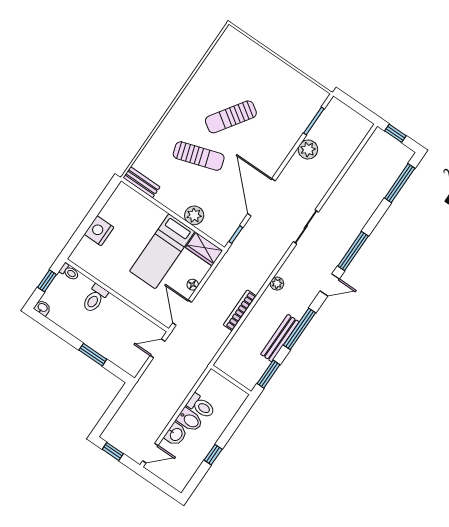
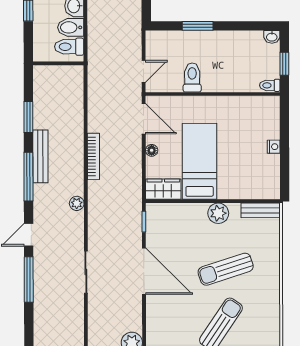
plant: (194, 215) -> (218, 213), moved
nightstand: (99, 231) -> (274, 147), width x0.53, depth x0.56
toilet: (95, 298) -> (192, 78), moved
wall: (231, 380) -> (58, 63), moved

